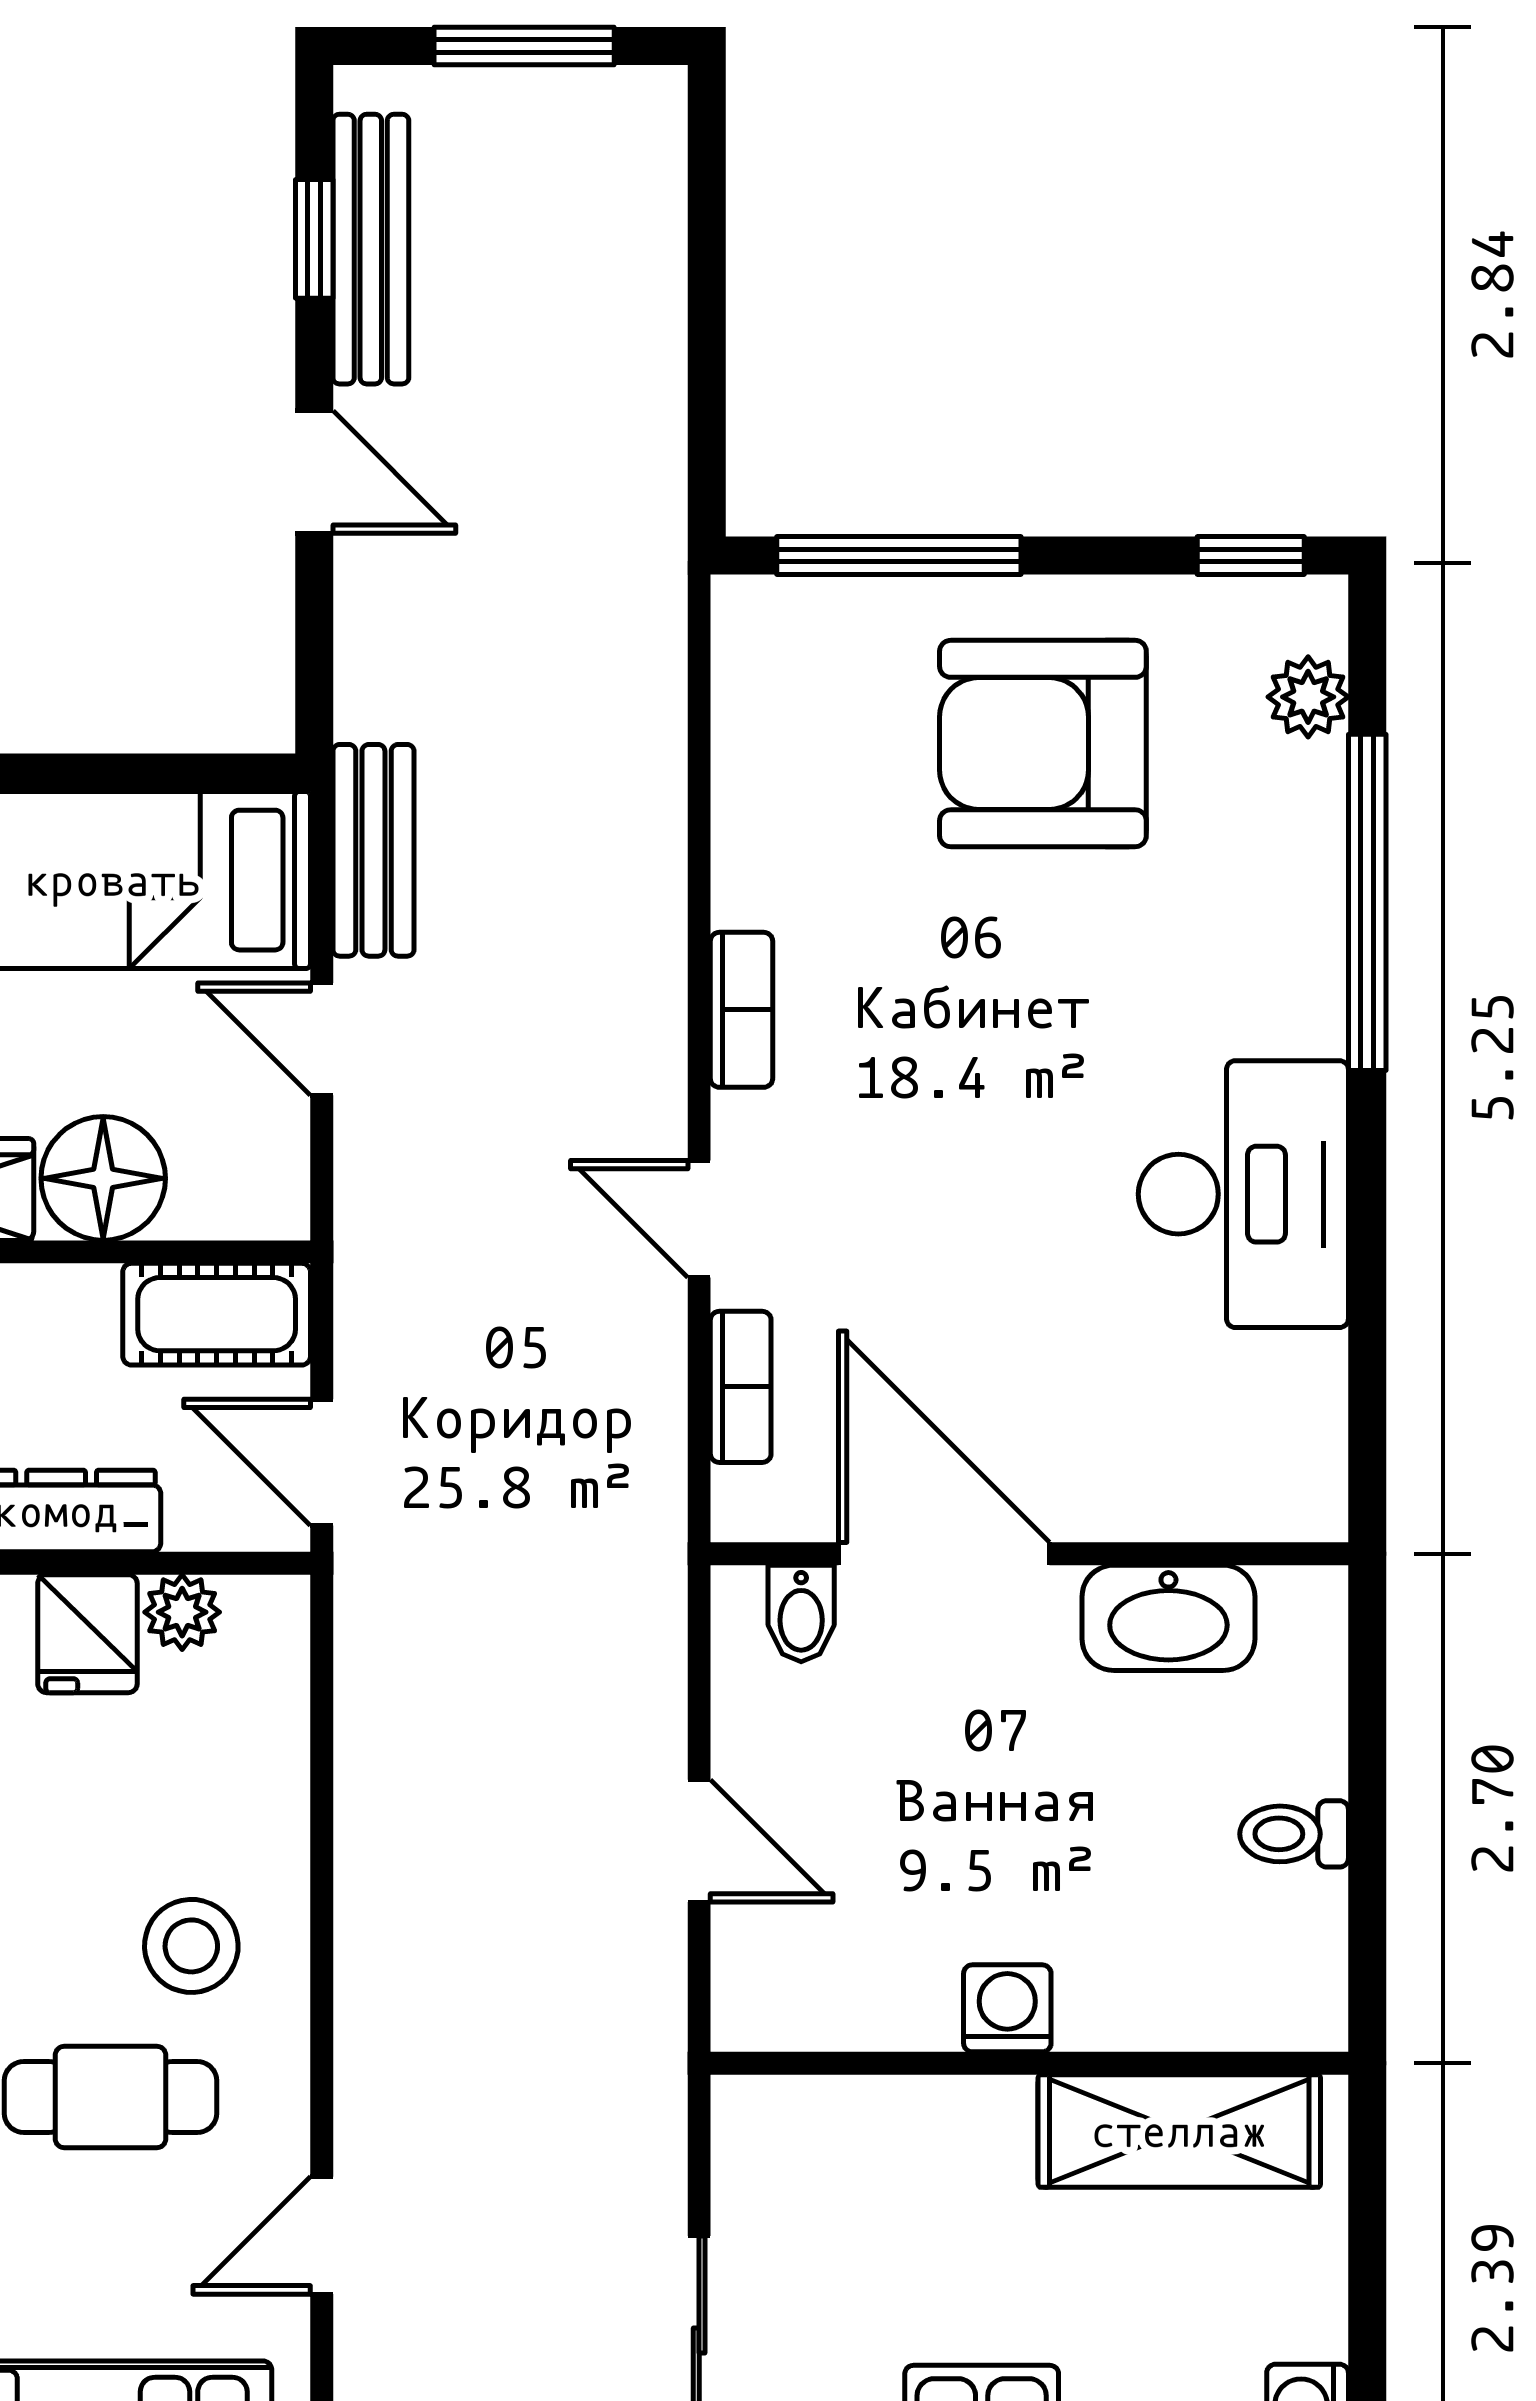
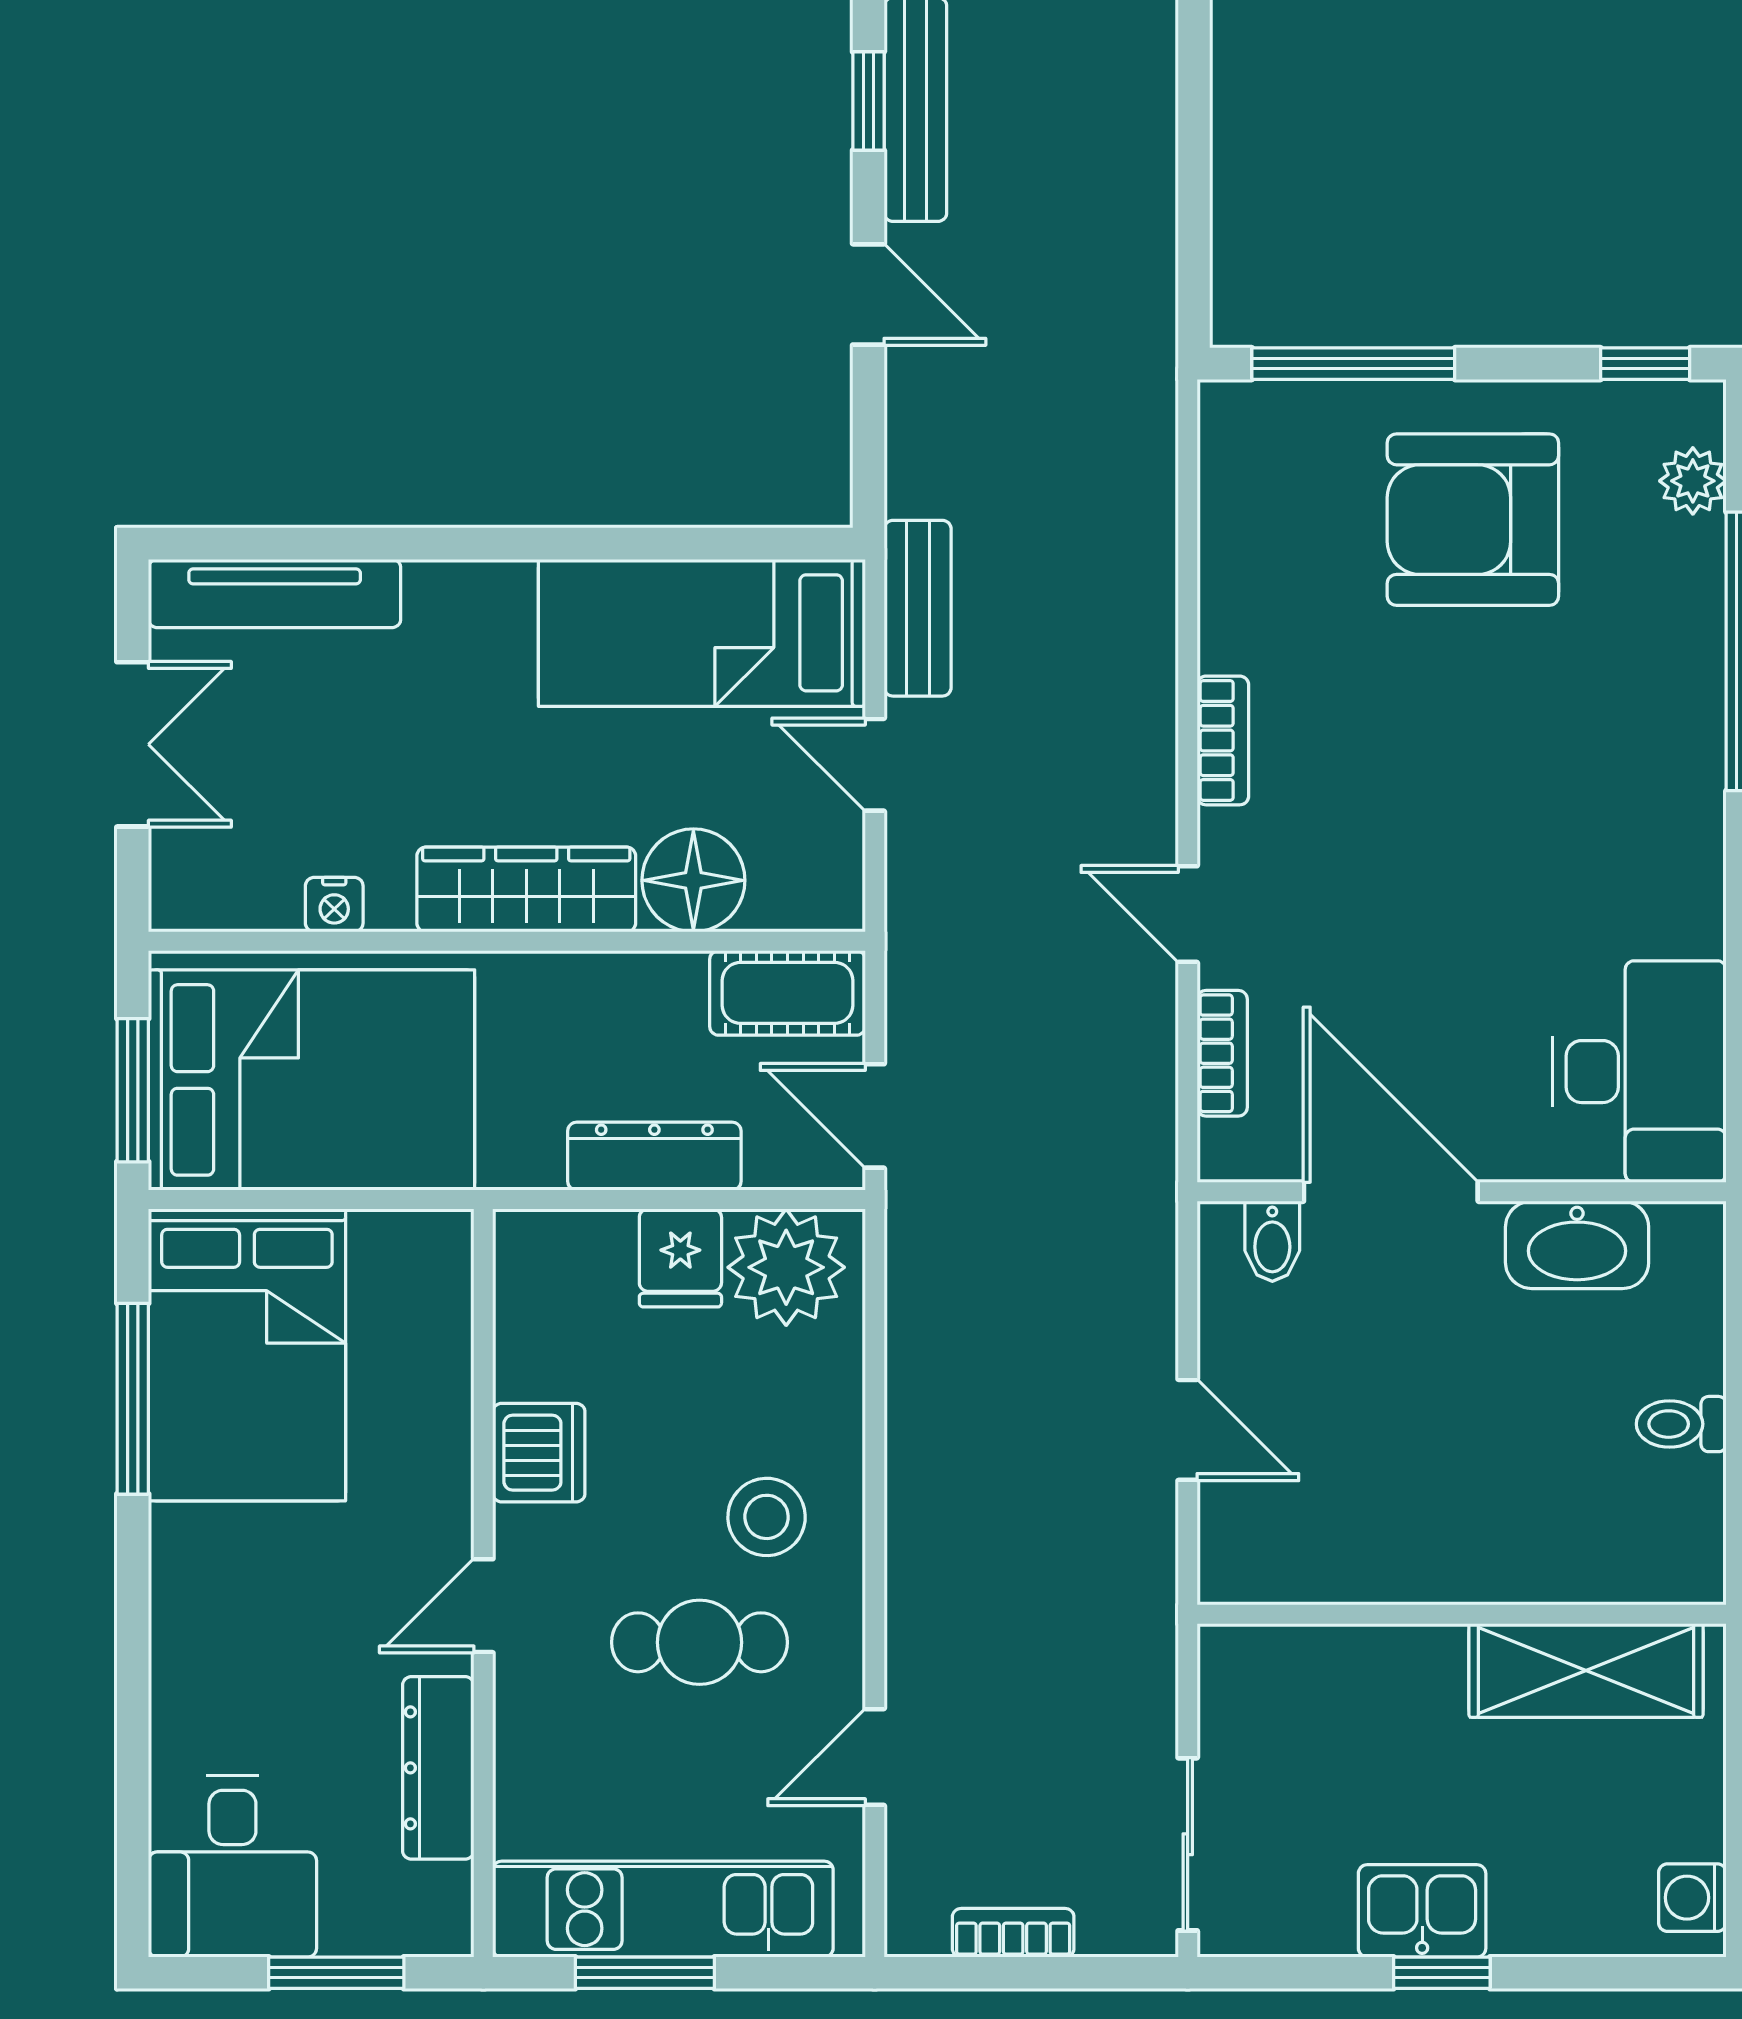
desk: (1243, 1194) -> (1639, 1072), moved
plant: (182, 1612) -> (786, 1267), width x1.88, depth x1.88
washing machine: (1007, 2008) -> (1443, 1569), removed

